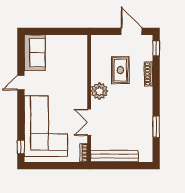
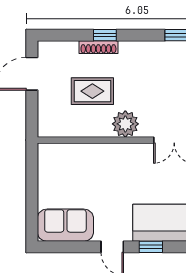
window: (156, 48) -> (105, 35), moved
window: (21, 107) -> (151, 247), added

